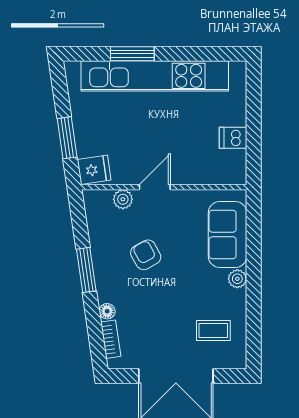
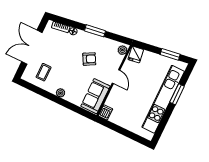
window: (67, 138) -> (170, 54), moved
dishwasher: (233, 138) -> (106, 112), moved
plant: (123, 199) -> (122, 50), moved
sofa: (228, 234) -> (95, 96), moved, turned -90

